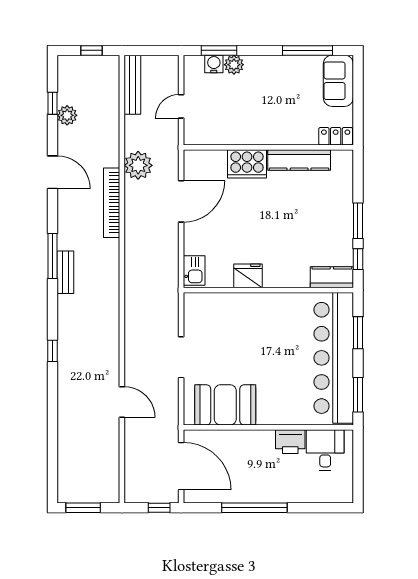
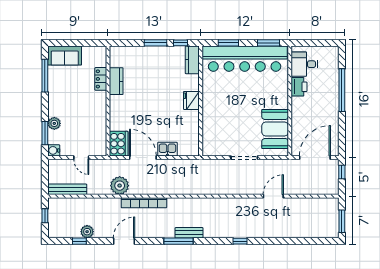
water cooler: (214, 64) -> (54, 150), moved
locker: (336, 136) -> (101, 79), moved
kitchen counter: (299, 160) -> (116, 81), width x0.67
cooker: (247, 164) -> (119, 144), moved
kitchen sink: (194, 270) -> (167, 149), moved
fridge: (248, 276) -> (191, 100), moved
window: (254, 508) -> (342, 90), moved

